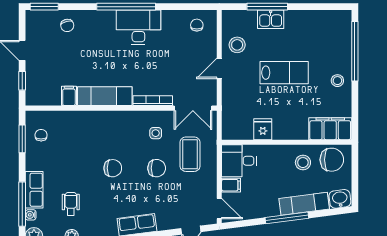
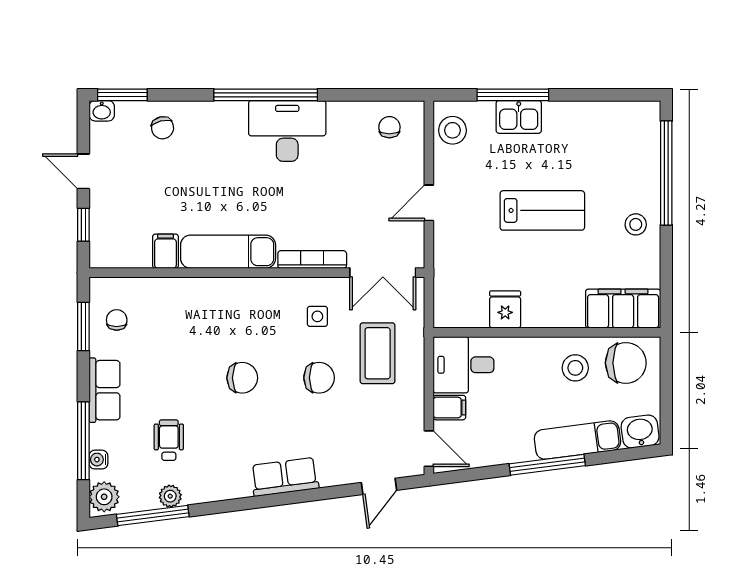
washbasin: (33, 16) -> (102, 111), added
stool: (237, 45) -> (453, 130), moved
row of seats: (34, 190) -> (104, 390), moved

